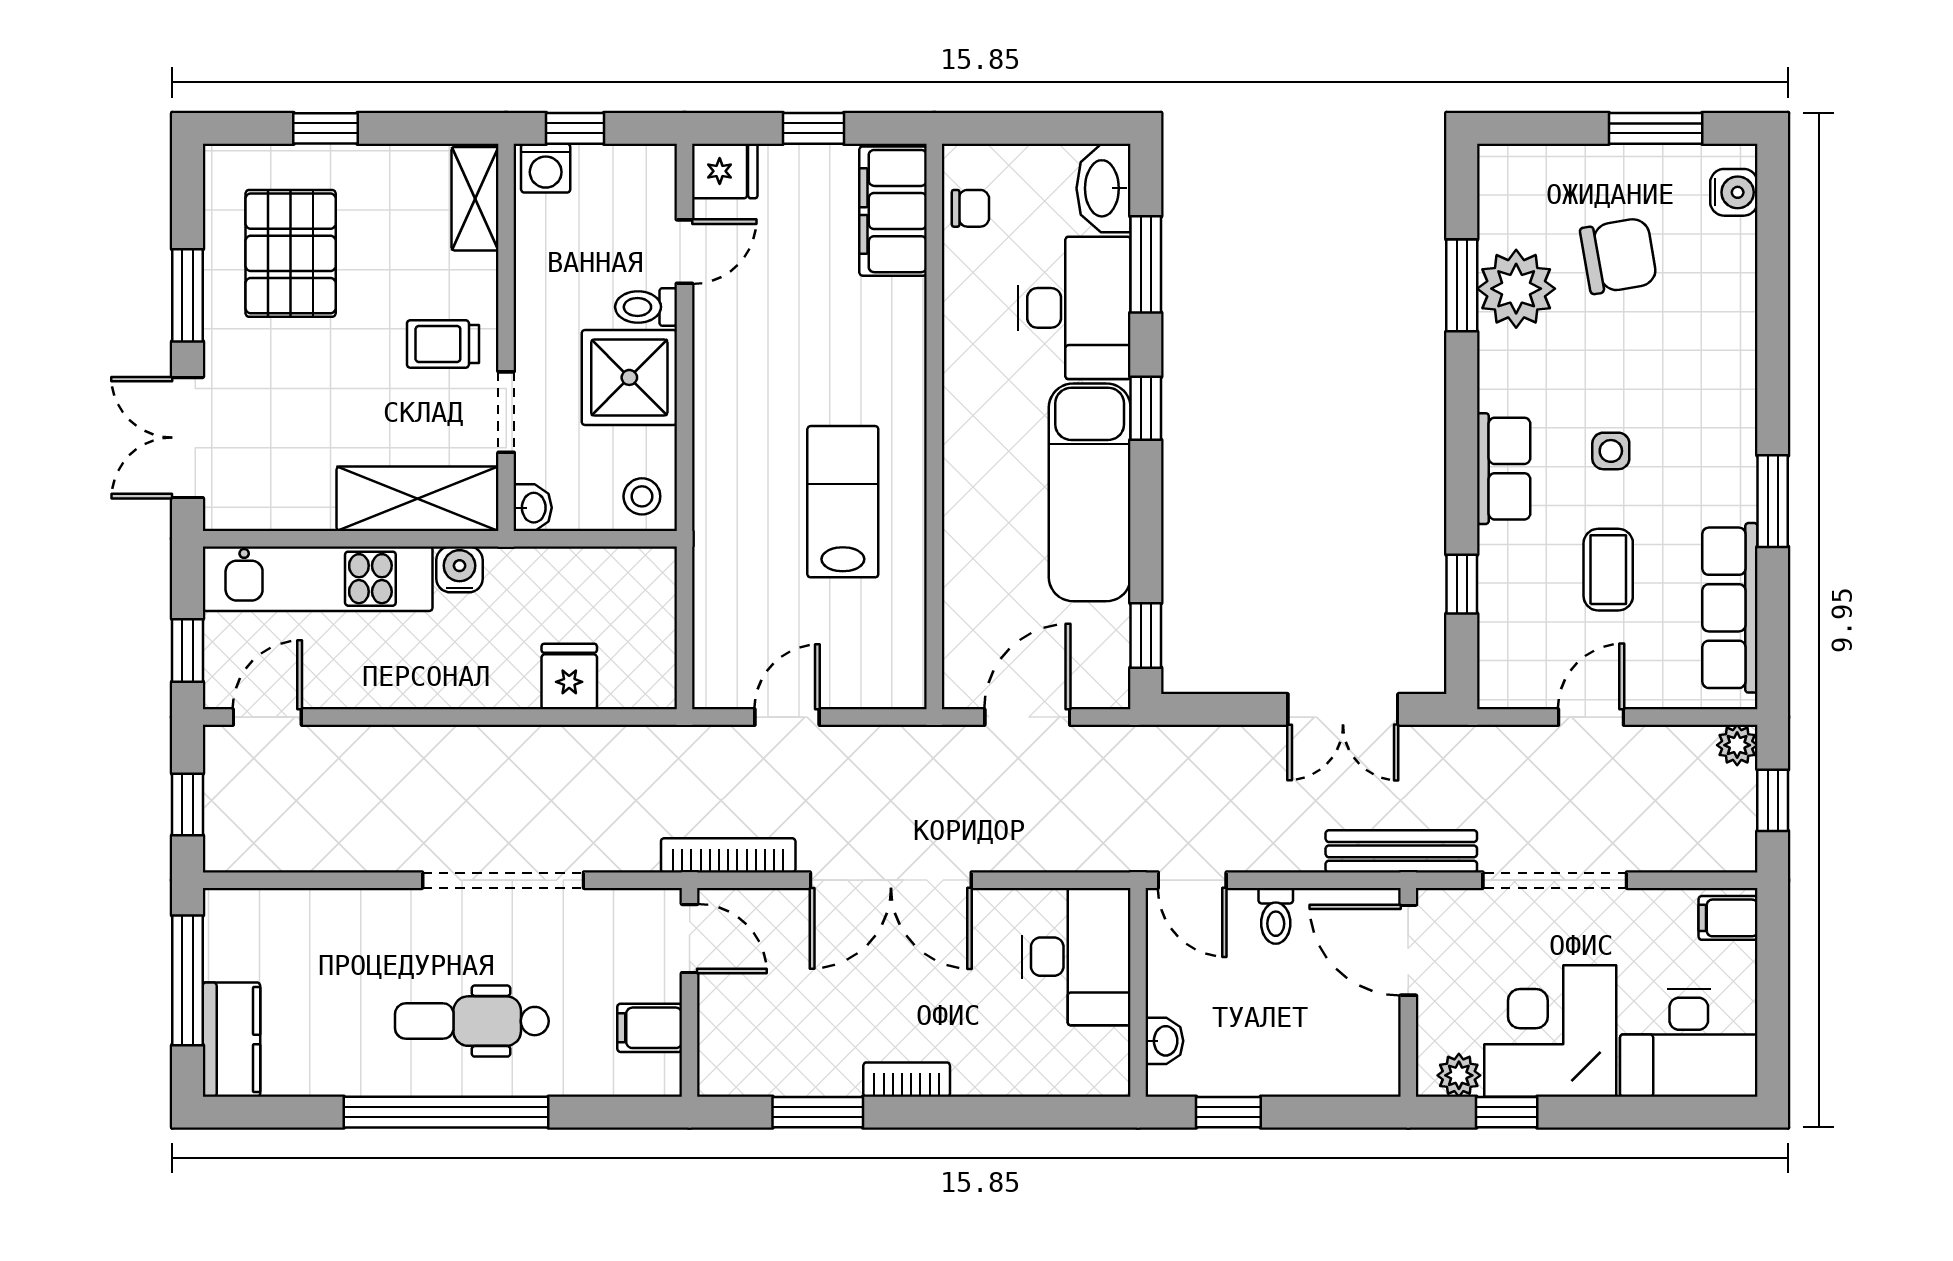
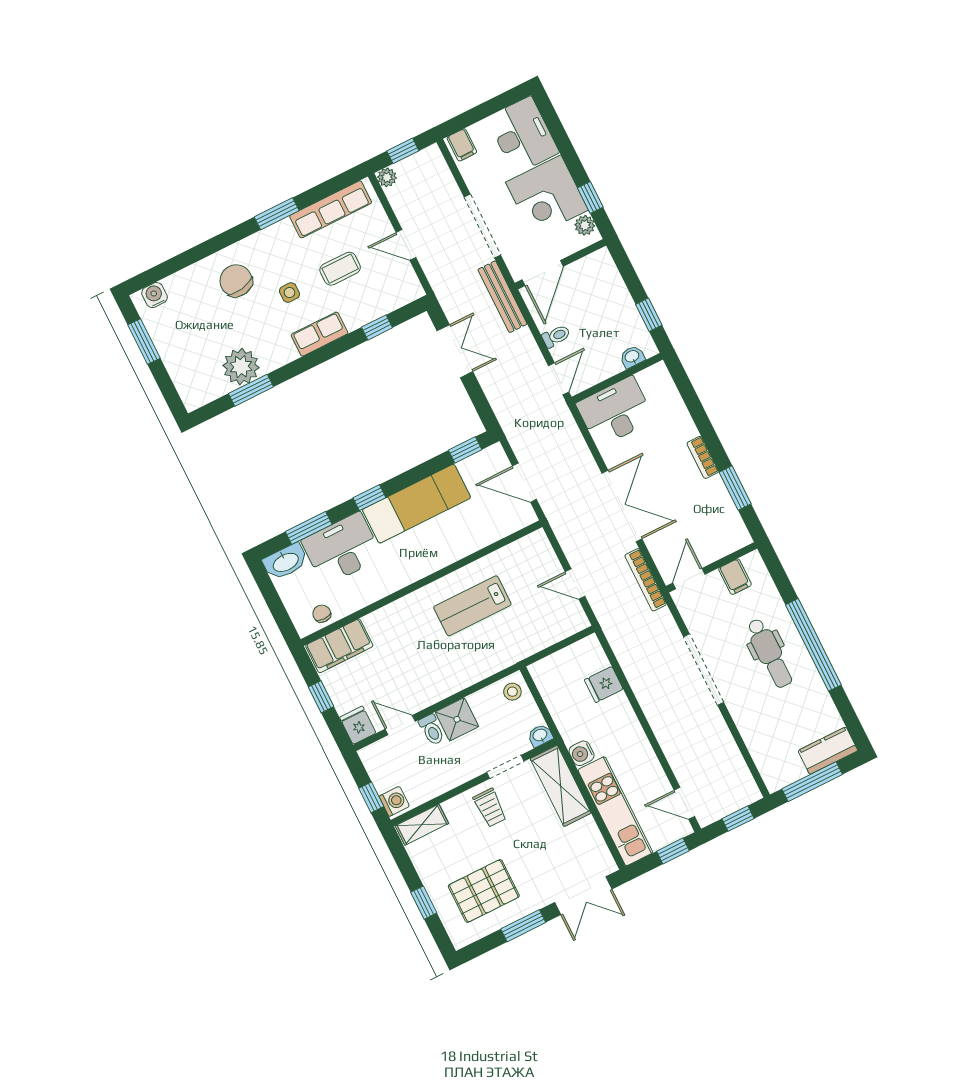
chair: (1619, 256) -> (236, 281), moved
shower: (629, 377) -> (457, 719), width x0.73, depth x0.73

